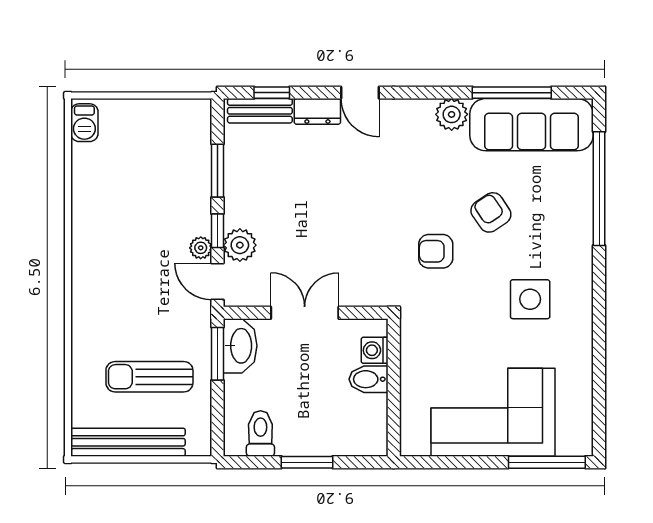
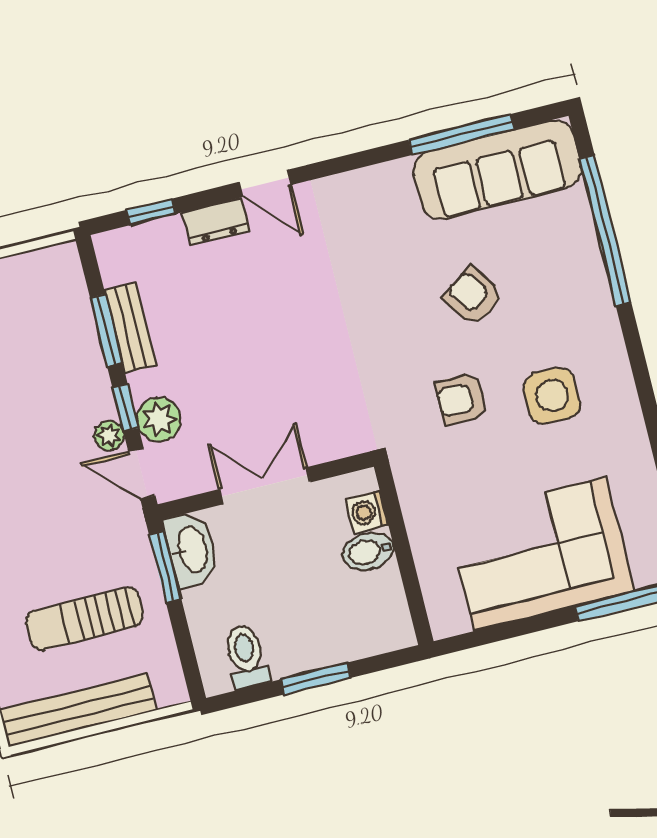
bench: (260, 111) -> (130, 328), moved, turned 90
plant: (452, 114) -> (391, 182), removed
armchair: (436, 251) -> (461, 399), moved

